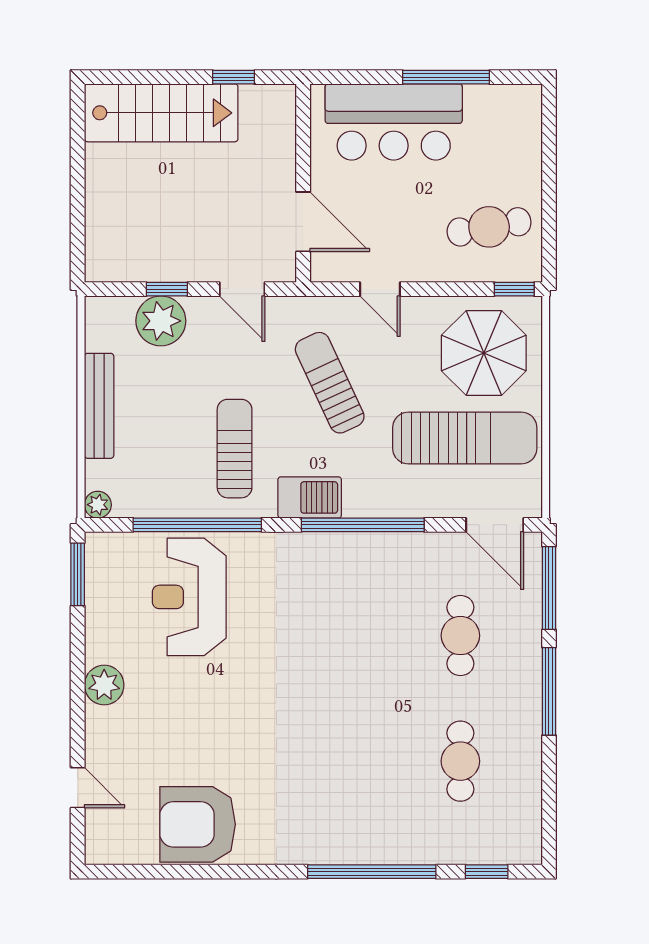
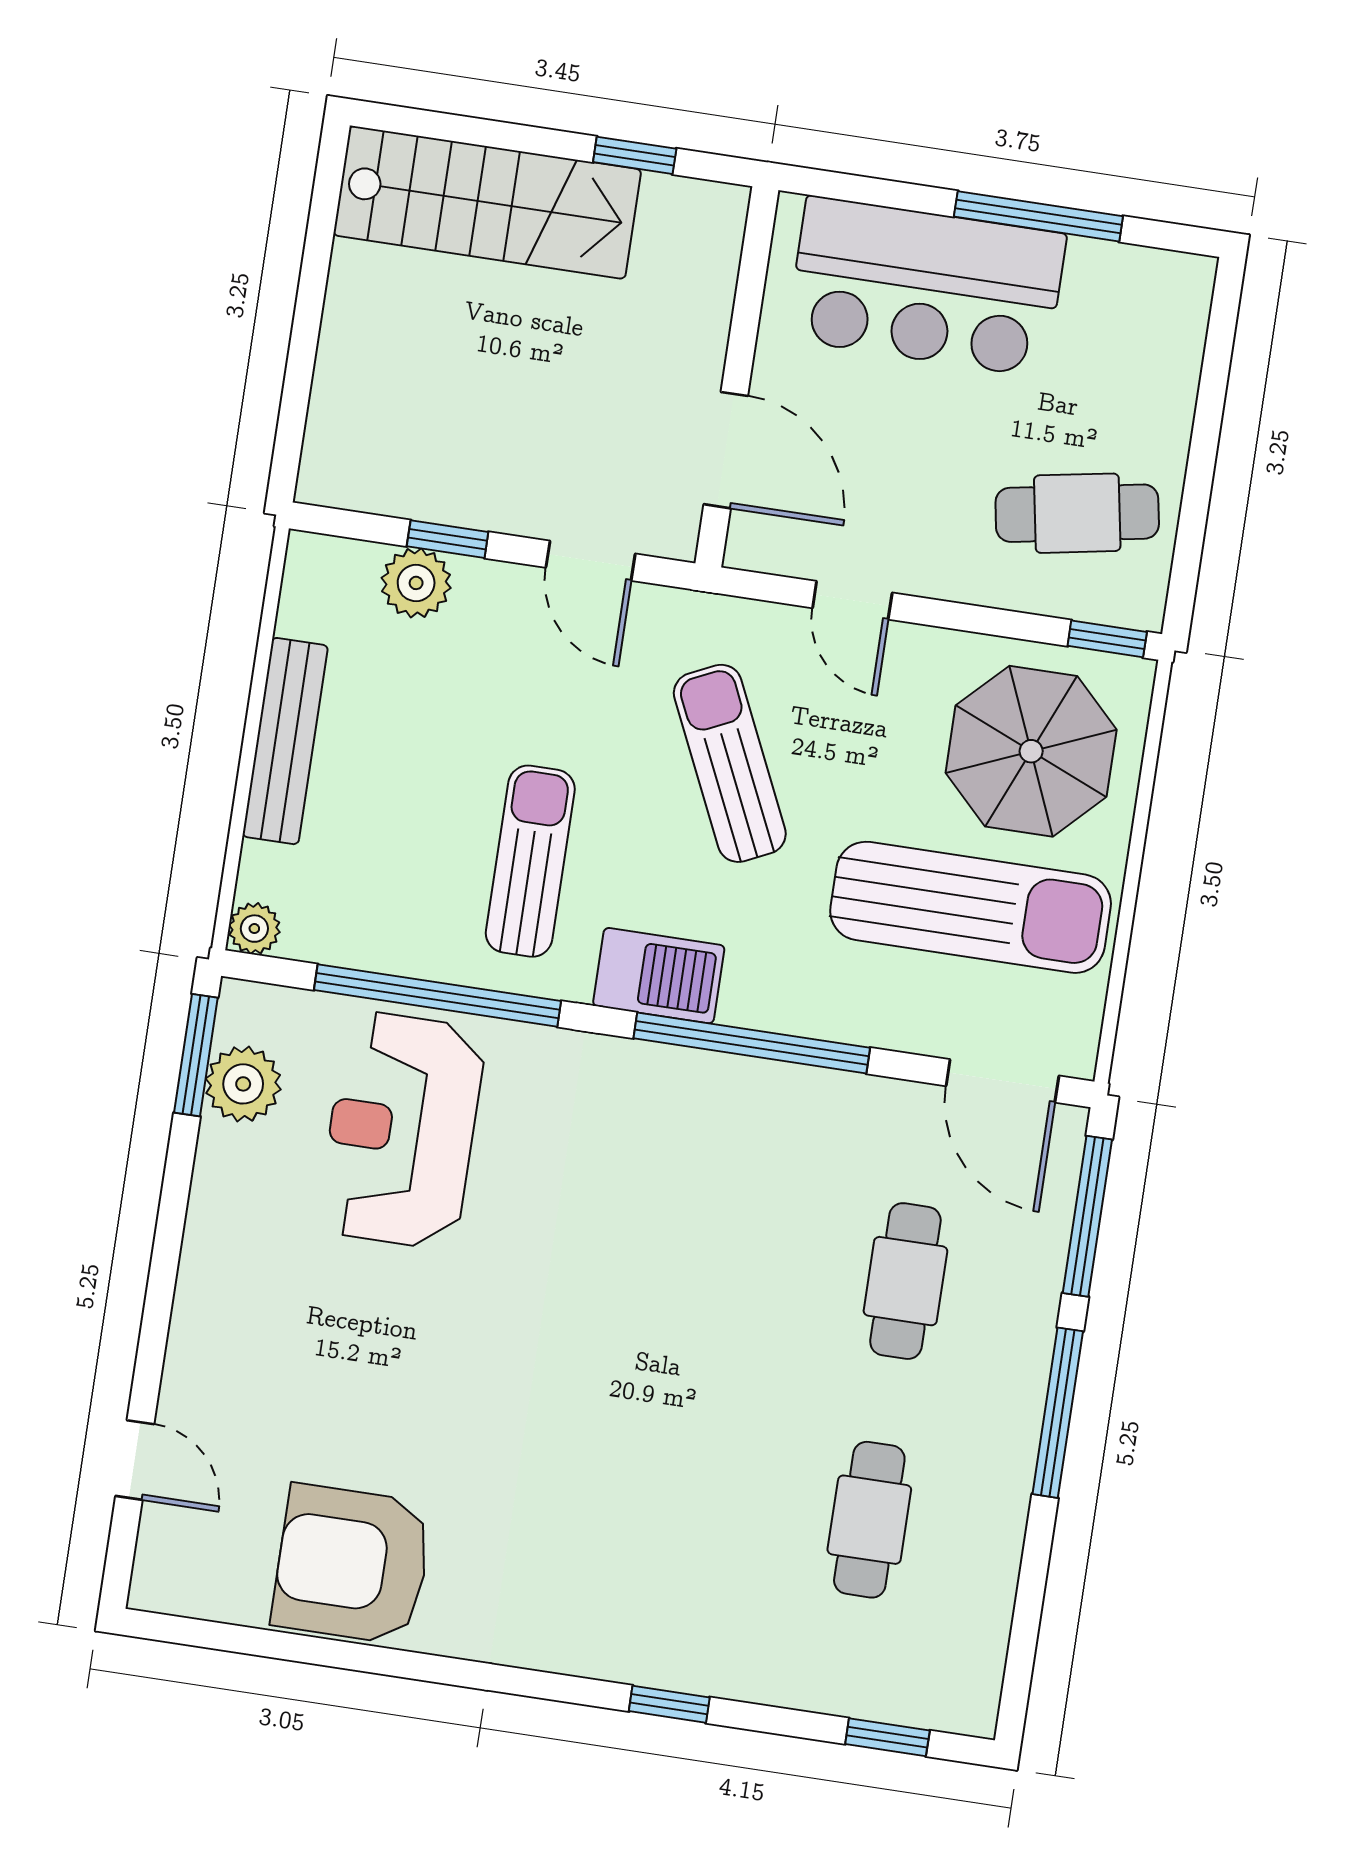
plant: (161, 321) -> (416, 583), width x0.73, depth x0.73
plant: (104, 685) -> (243, 1084), moved
window: (372, 872) -> (669, 1704), width x0.32

